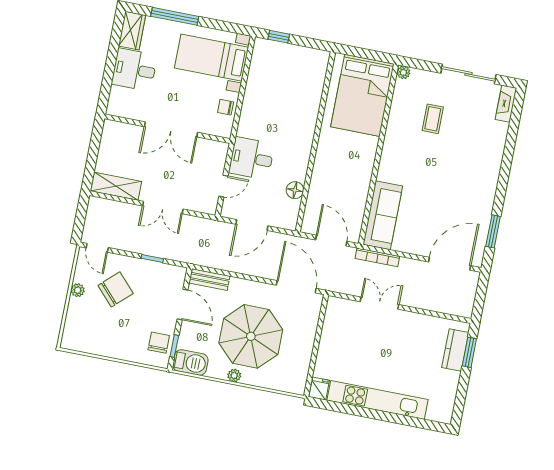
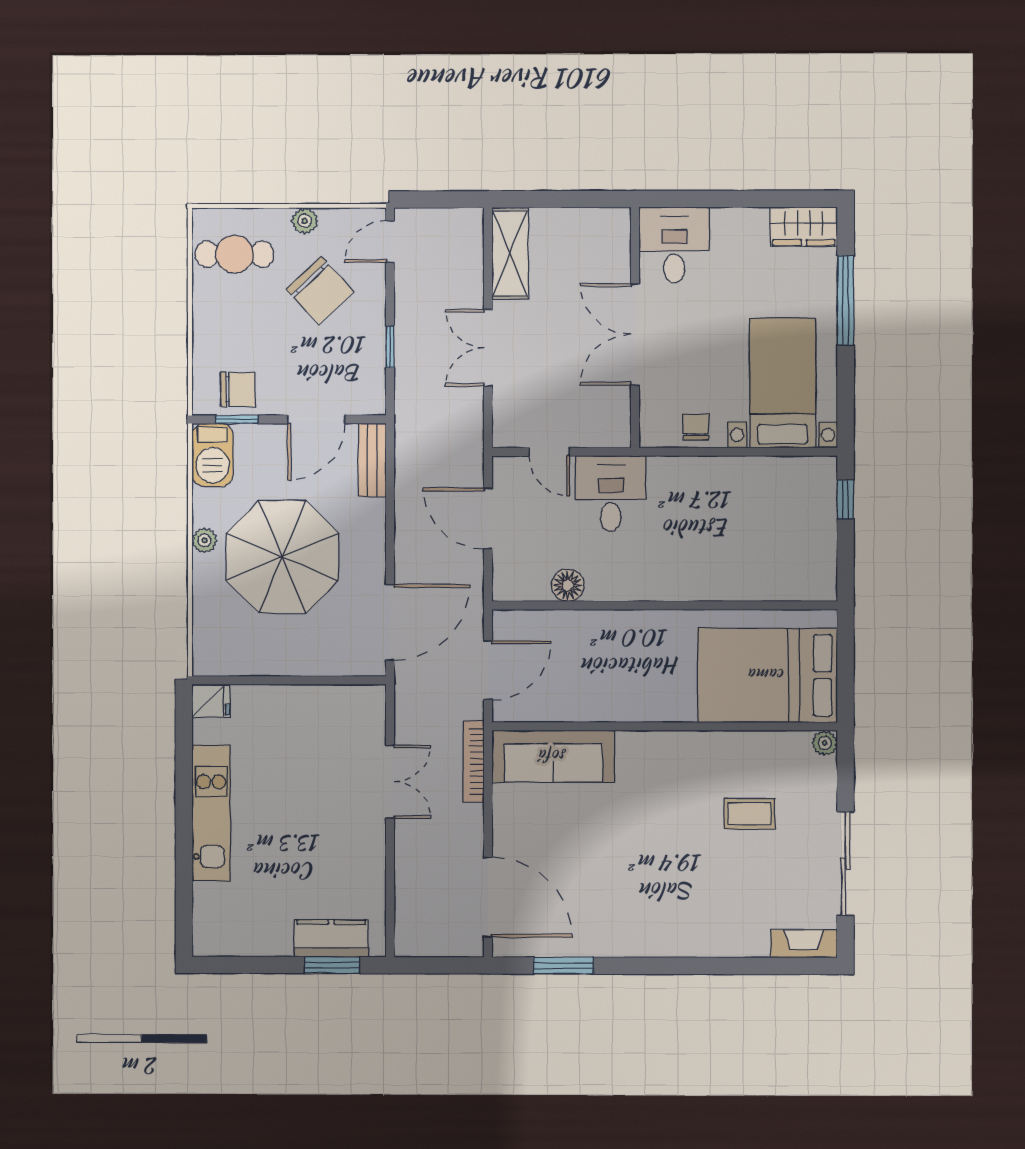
desk: (134, 70) -> (674, 245), moved
cafe table: (88, 330) -> (235, 254), added
kitchen unit: (378, 400) -> (211, 813), width x0.73

